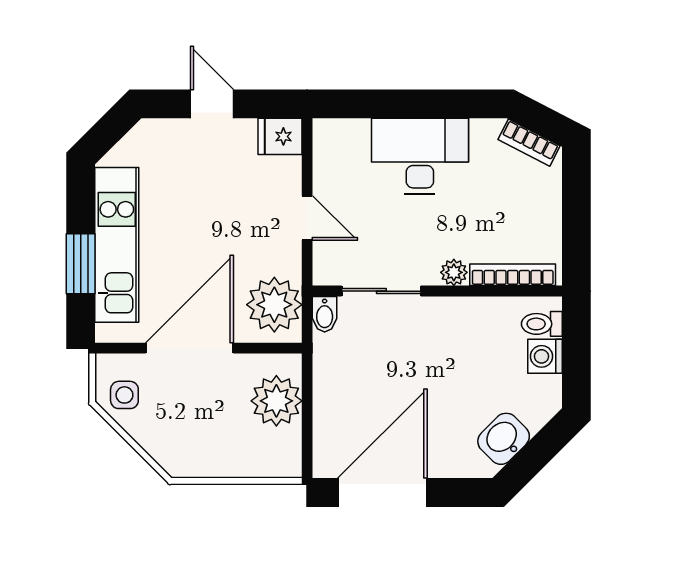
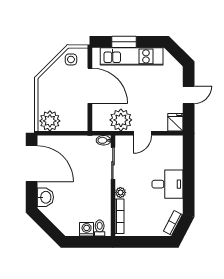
desk: (420, 156) -> (167, 184), width x0.73
plant: (274, 305) -> (121, 120), moved
plant: (276, 401) -> (50, 121), moved
washbasin: (504, 439) -> (45, 197), moved, turned 45

